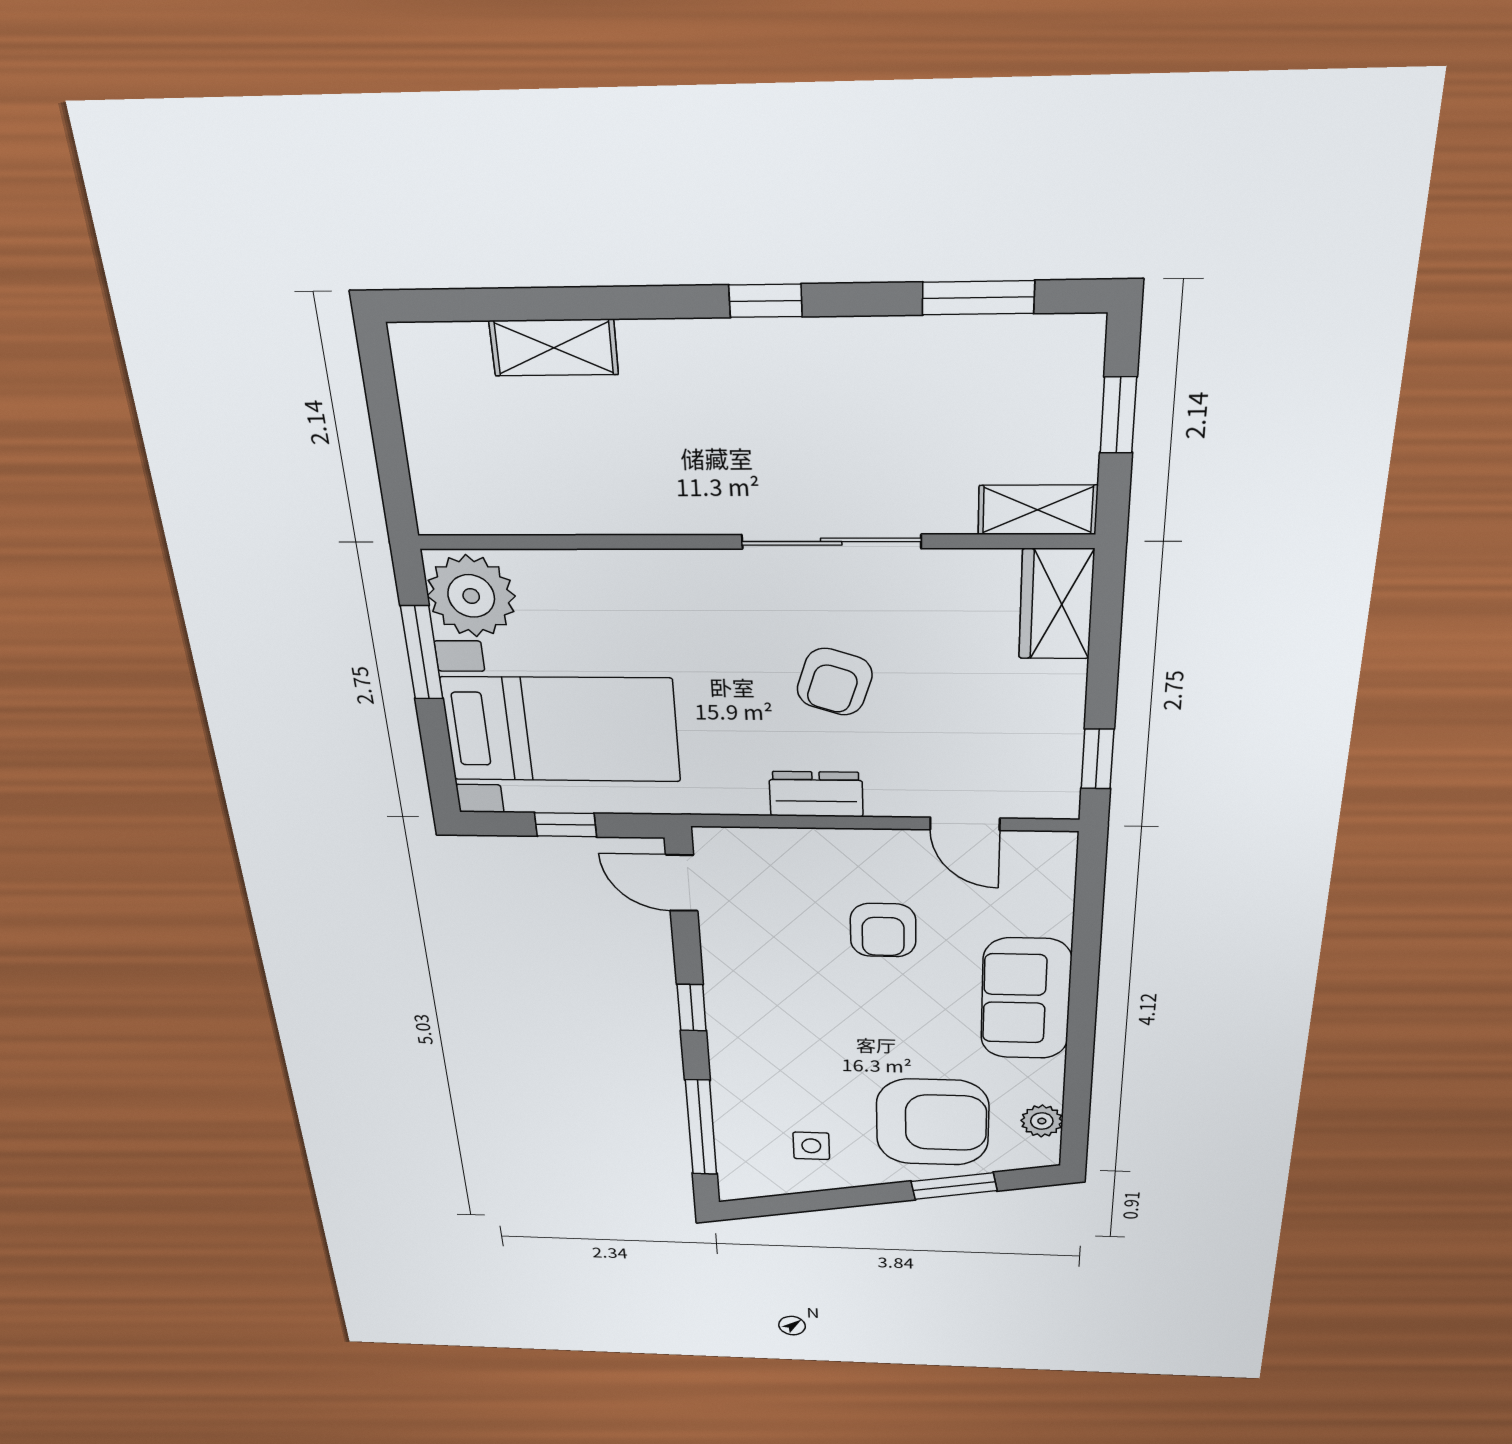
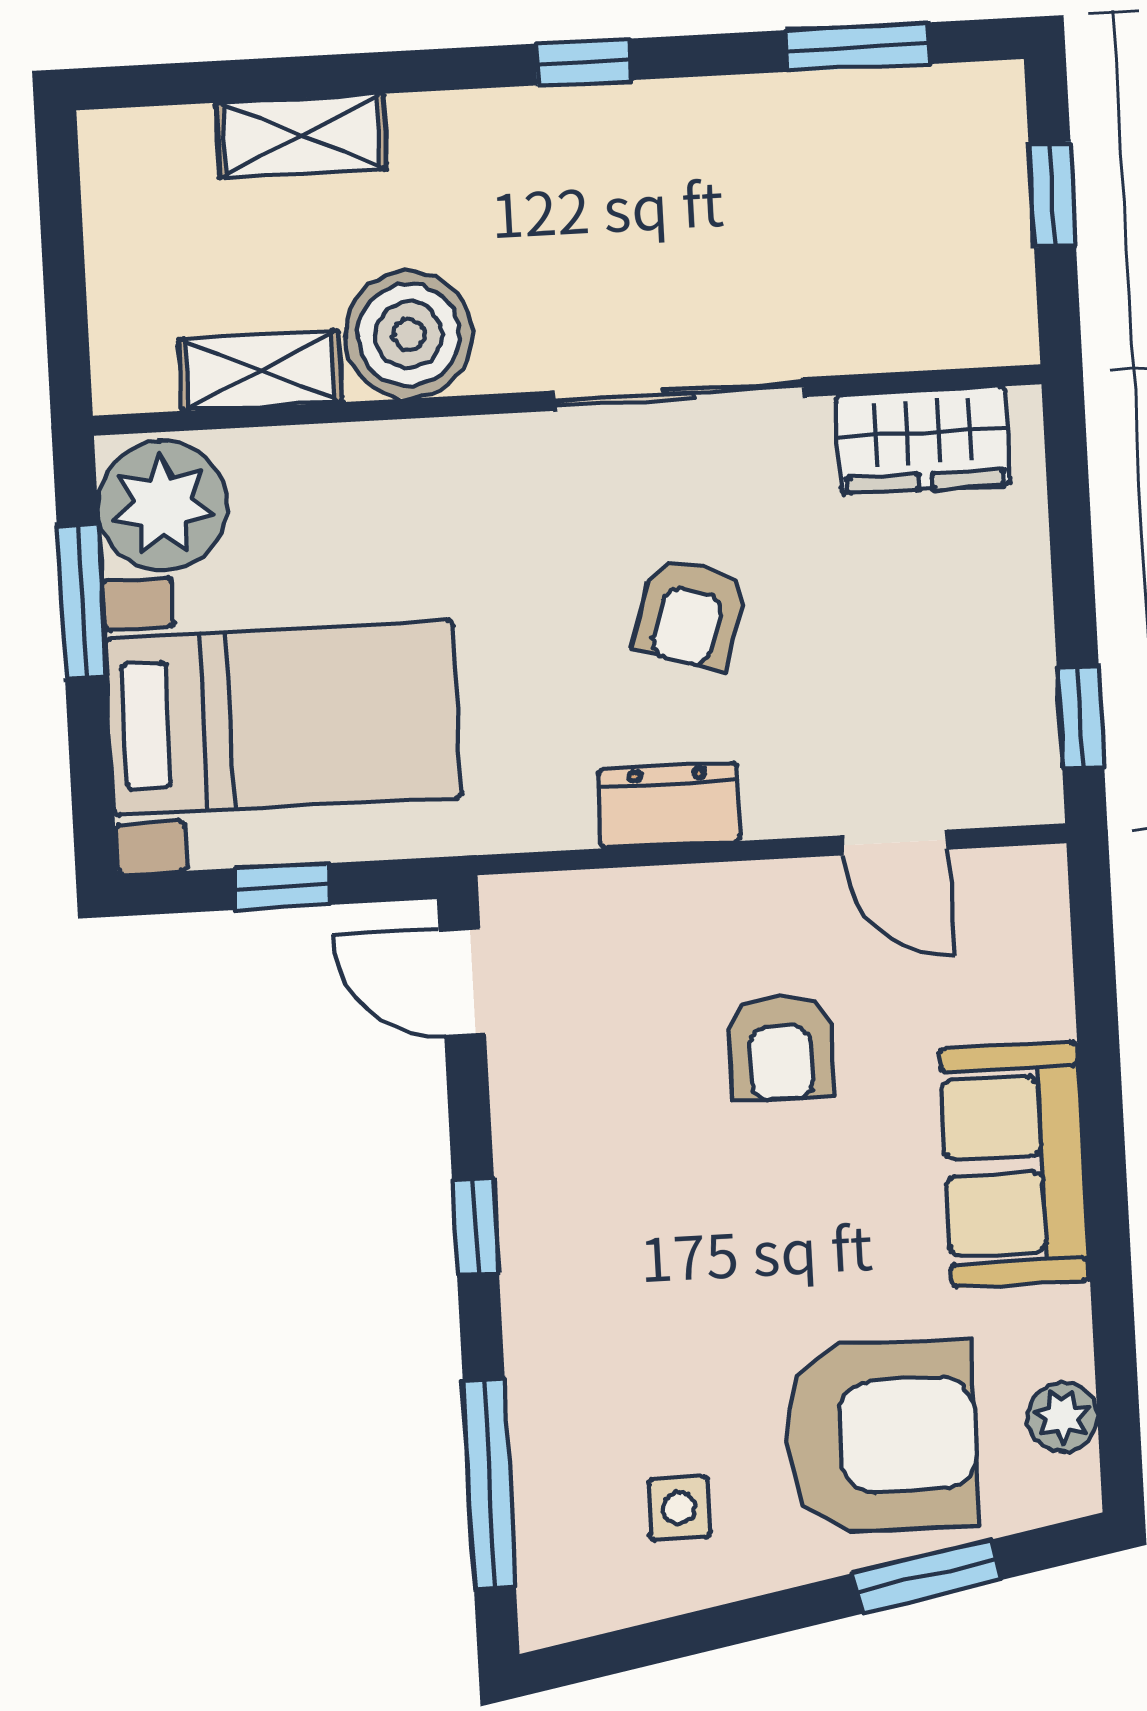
boiler: (638, 492) -> (409, 335), added
shelving: (1038, 510) -> (260, 371), moved
wardrobe: (1056, 604) -> (923, 440), moved, turned -90

